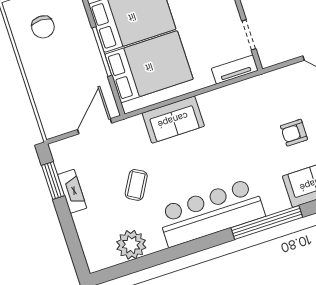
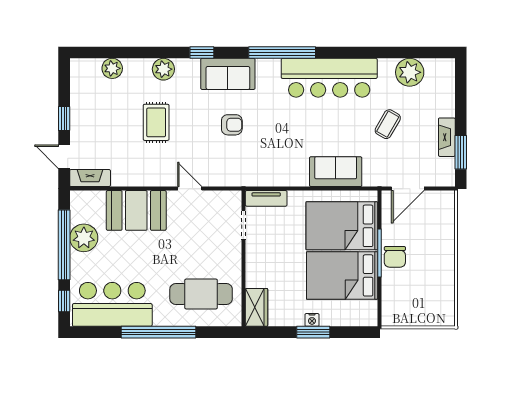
chair: (43, 27) -> (395, 257), moved, turned 180

